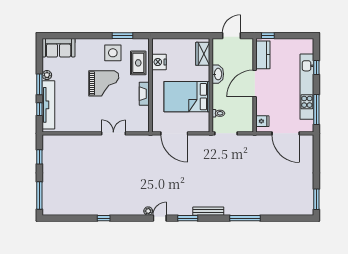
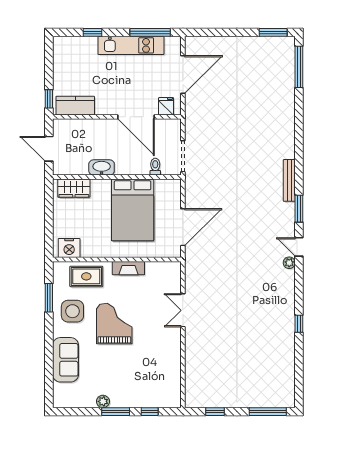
sofa: (59, 48) -> (65, 360), moved
nightstand: (159, 62) -> (69, 248), moved
door: (255, 83) -> (136, 117), moved
kitchen unit: (307, 87) -> (131, 45), width x0.73
tv unit: (48, 105) -> (144, 399), removed
window: (245, 218) -> (299, 67), moved

